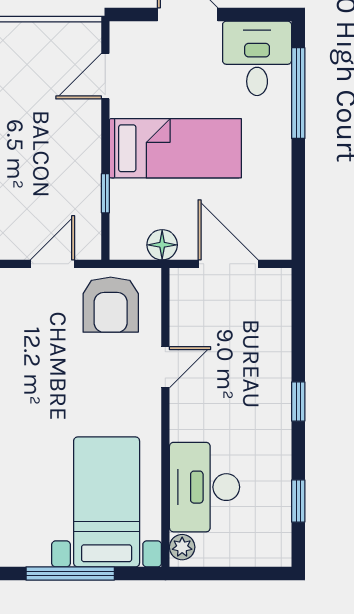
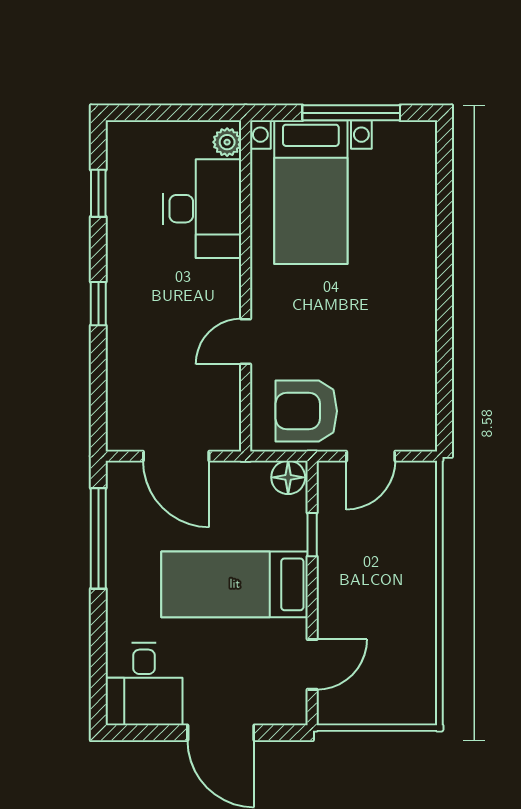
window: (298, 93) -> (98, 538), moved
floor lamp: (162, 245) -> (288, 477), moved
armchair: (111, 305) -> (306, 411), turned -90

